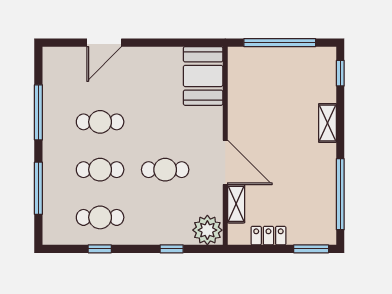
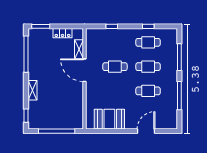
booth: (203, 76) -> (109, 119), moved, turned 90
plant: (207, 230) -> (94, 36), removed

